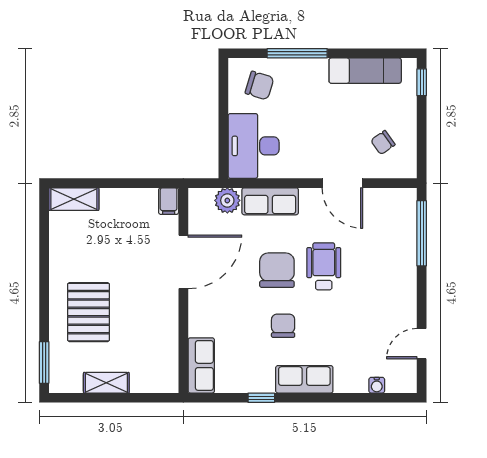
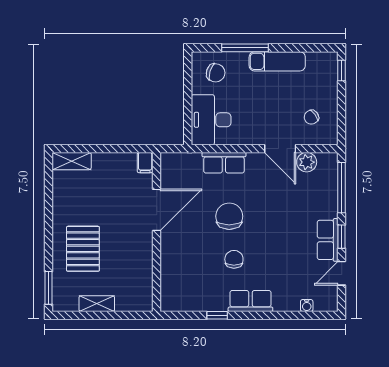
exam couch: (365, 71) -> (277, 61), moved
plant: (227, 200) -> (307, 162), moved
wheelchair: (324, 266) -> (266, 213), removed
window: (422, 296) -> (342, 237), added
row of seats: (201, 365) -> (328, 240), moved, turned 180

